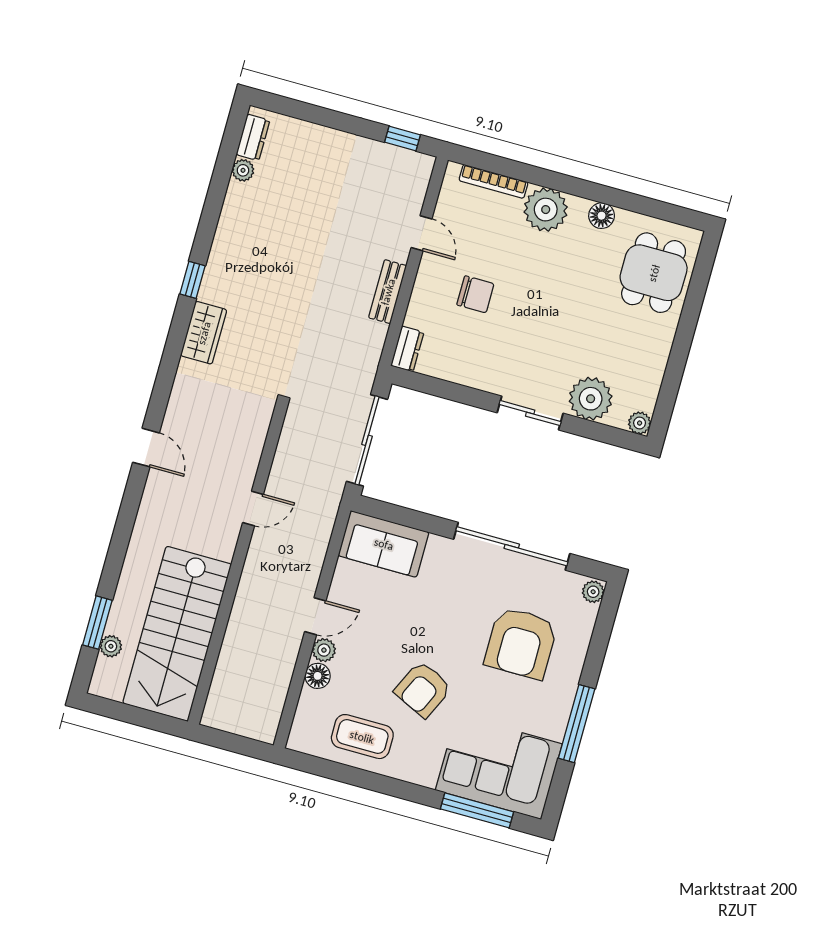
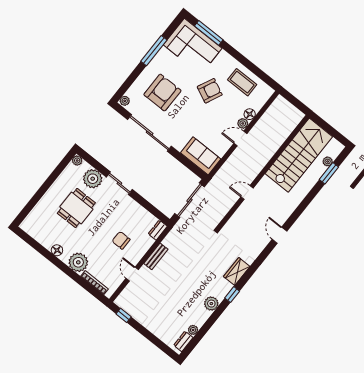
plant: (228, 242) -> (211, 304), added
dining table: (654, 273) -> (76, 208), moved

